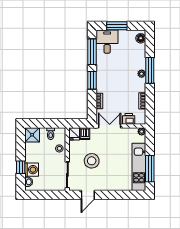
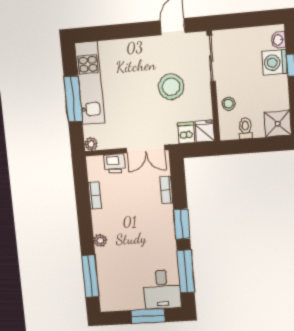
floor lamp: (141, 38) -> (107, 298), removed
window: (150, 70) -> (90, 276), moved
window: (150, 169) -> (73, 99), moved

